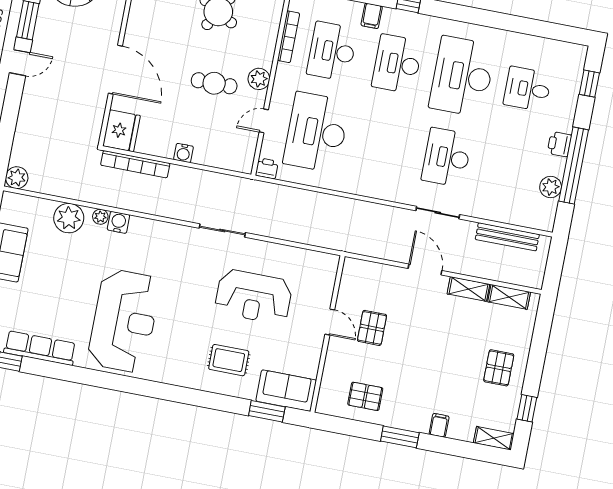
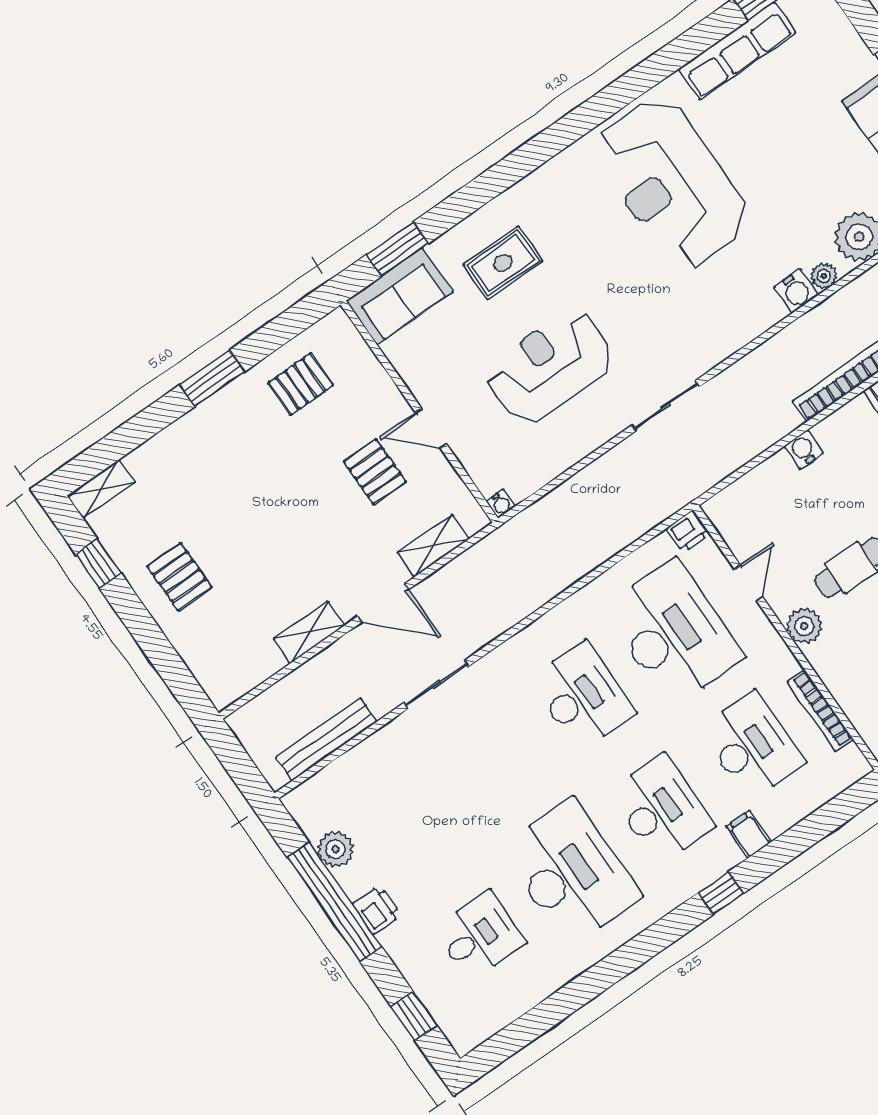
desk: (447, 157) -> (583, 696), moved
water cooler: (333, 260) -> (501, 504), added
shelving: (509, 297) -> (433, 546), moved
filing cabinet: (439, 425) -> (180, 439), removed

